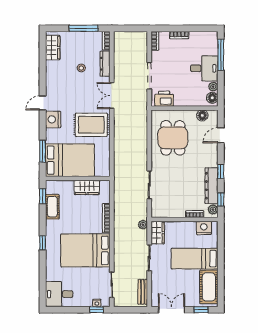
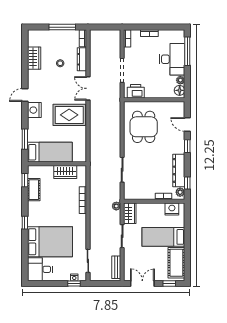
wardrobe: (53, 48) -> (34, 58), moved
desk: (204, 68) -> (172, 59), width x1.37
floor lamp: (202, 115) -> (170, 106), removed
door: (221, 135) -> (187, 125), hinge flipped
bed: (70, 160) -> (50, 152), width x0.67
window: (221, 171) -> (187, 146), moved
bed: (85, 250) -> (50, 242), moved, turned 180

